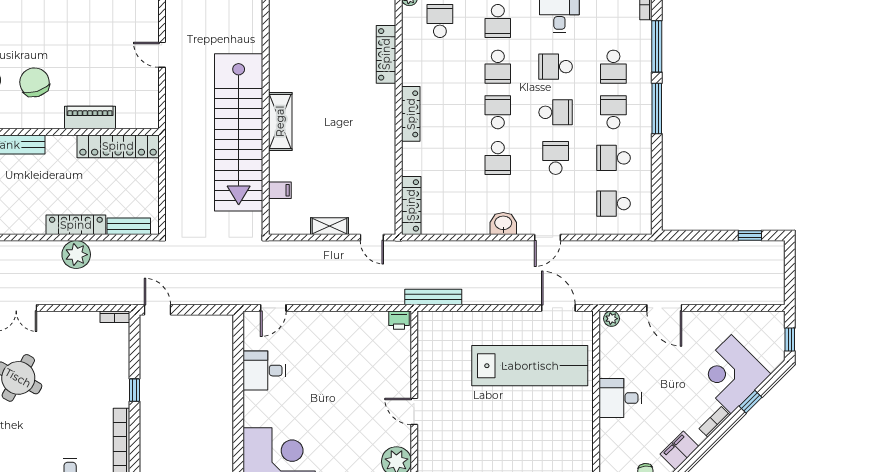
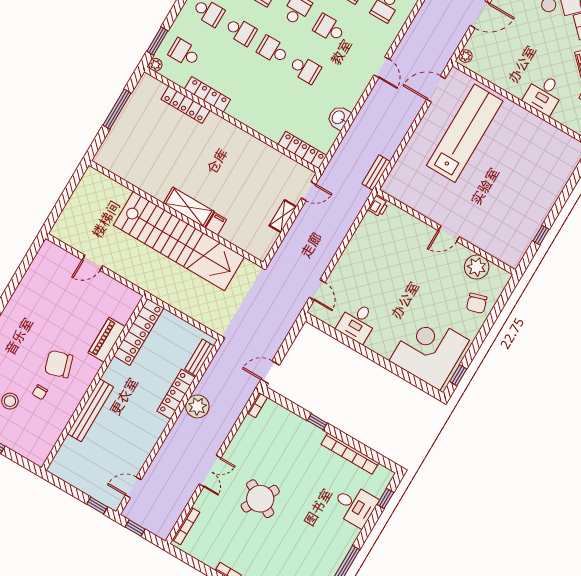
locker: (411, 114) -> (207, 94), moved
filing cabinet: (280, 190) -> (216, 224), moved
washbasin: (503, 223) -> (339, 118), moved
bench: (433, 297) -> (376, 173), width x0.73
desk: (620, 398) -> (544, 94), moved

